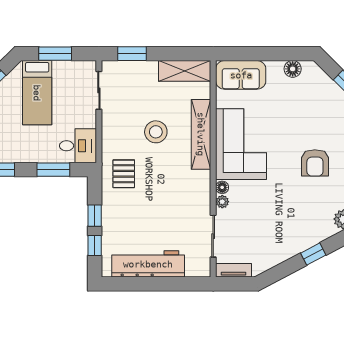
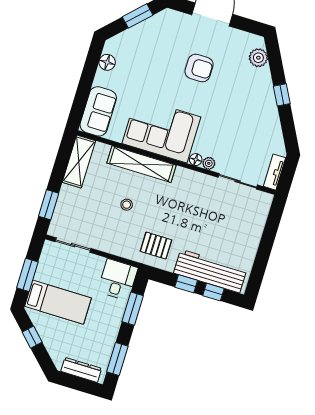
stool: (156, 132) -> (127, 205), width x0.53, depth x0.53
workbench: (148, 264) -> (210, 271), moved, turned 90

